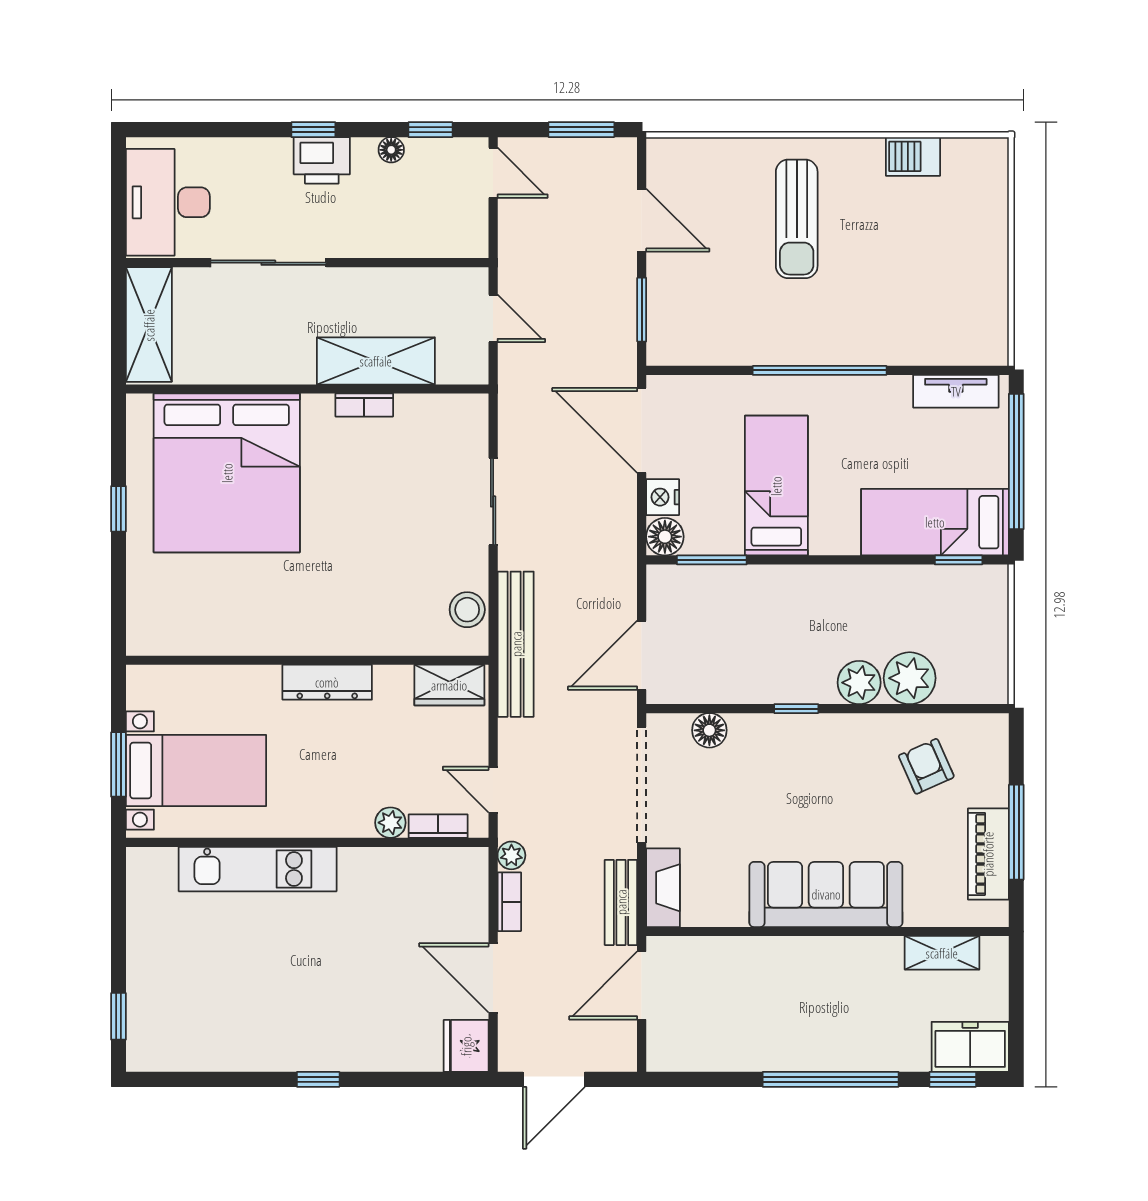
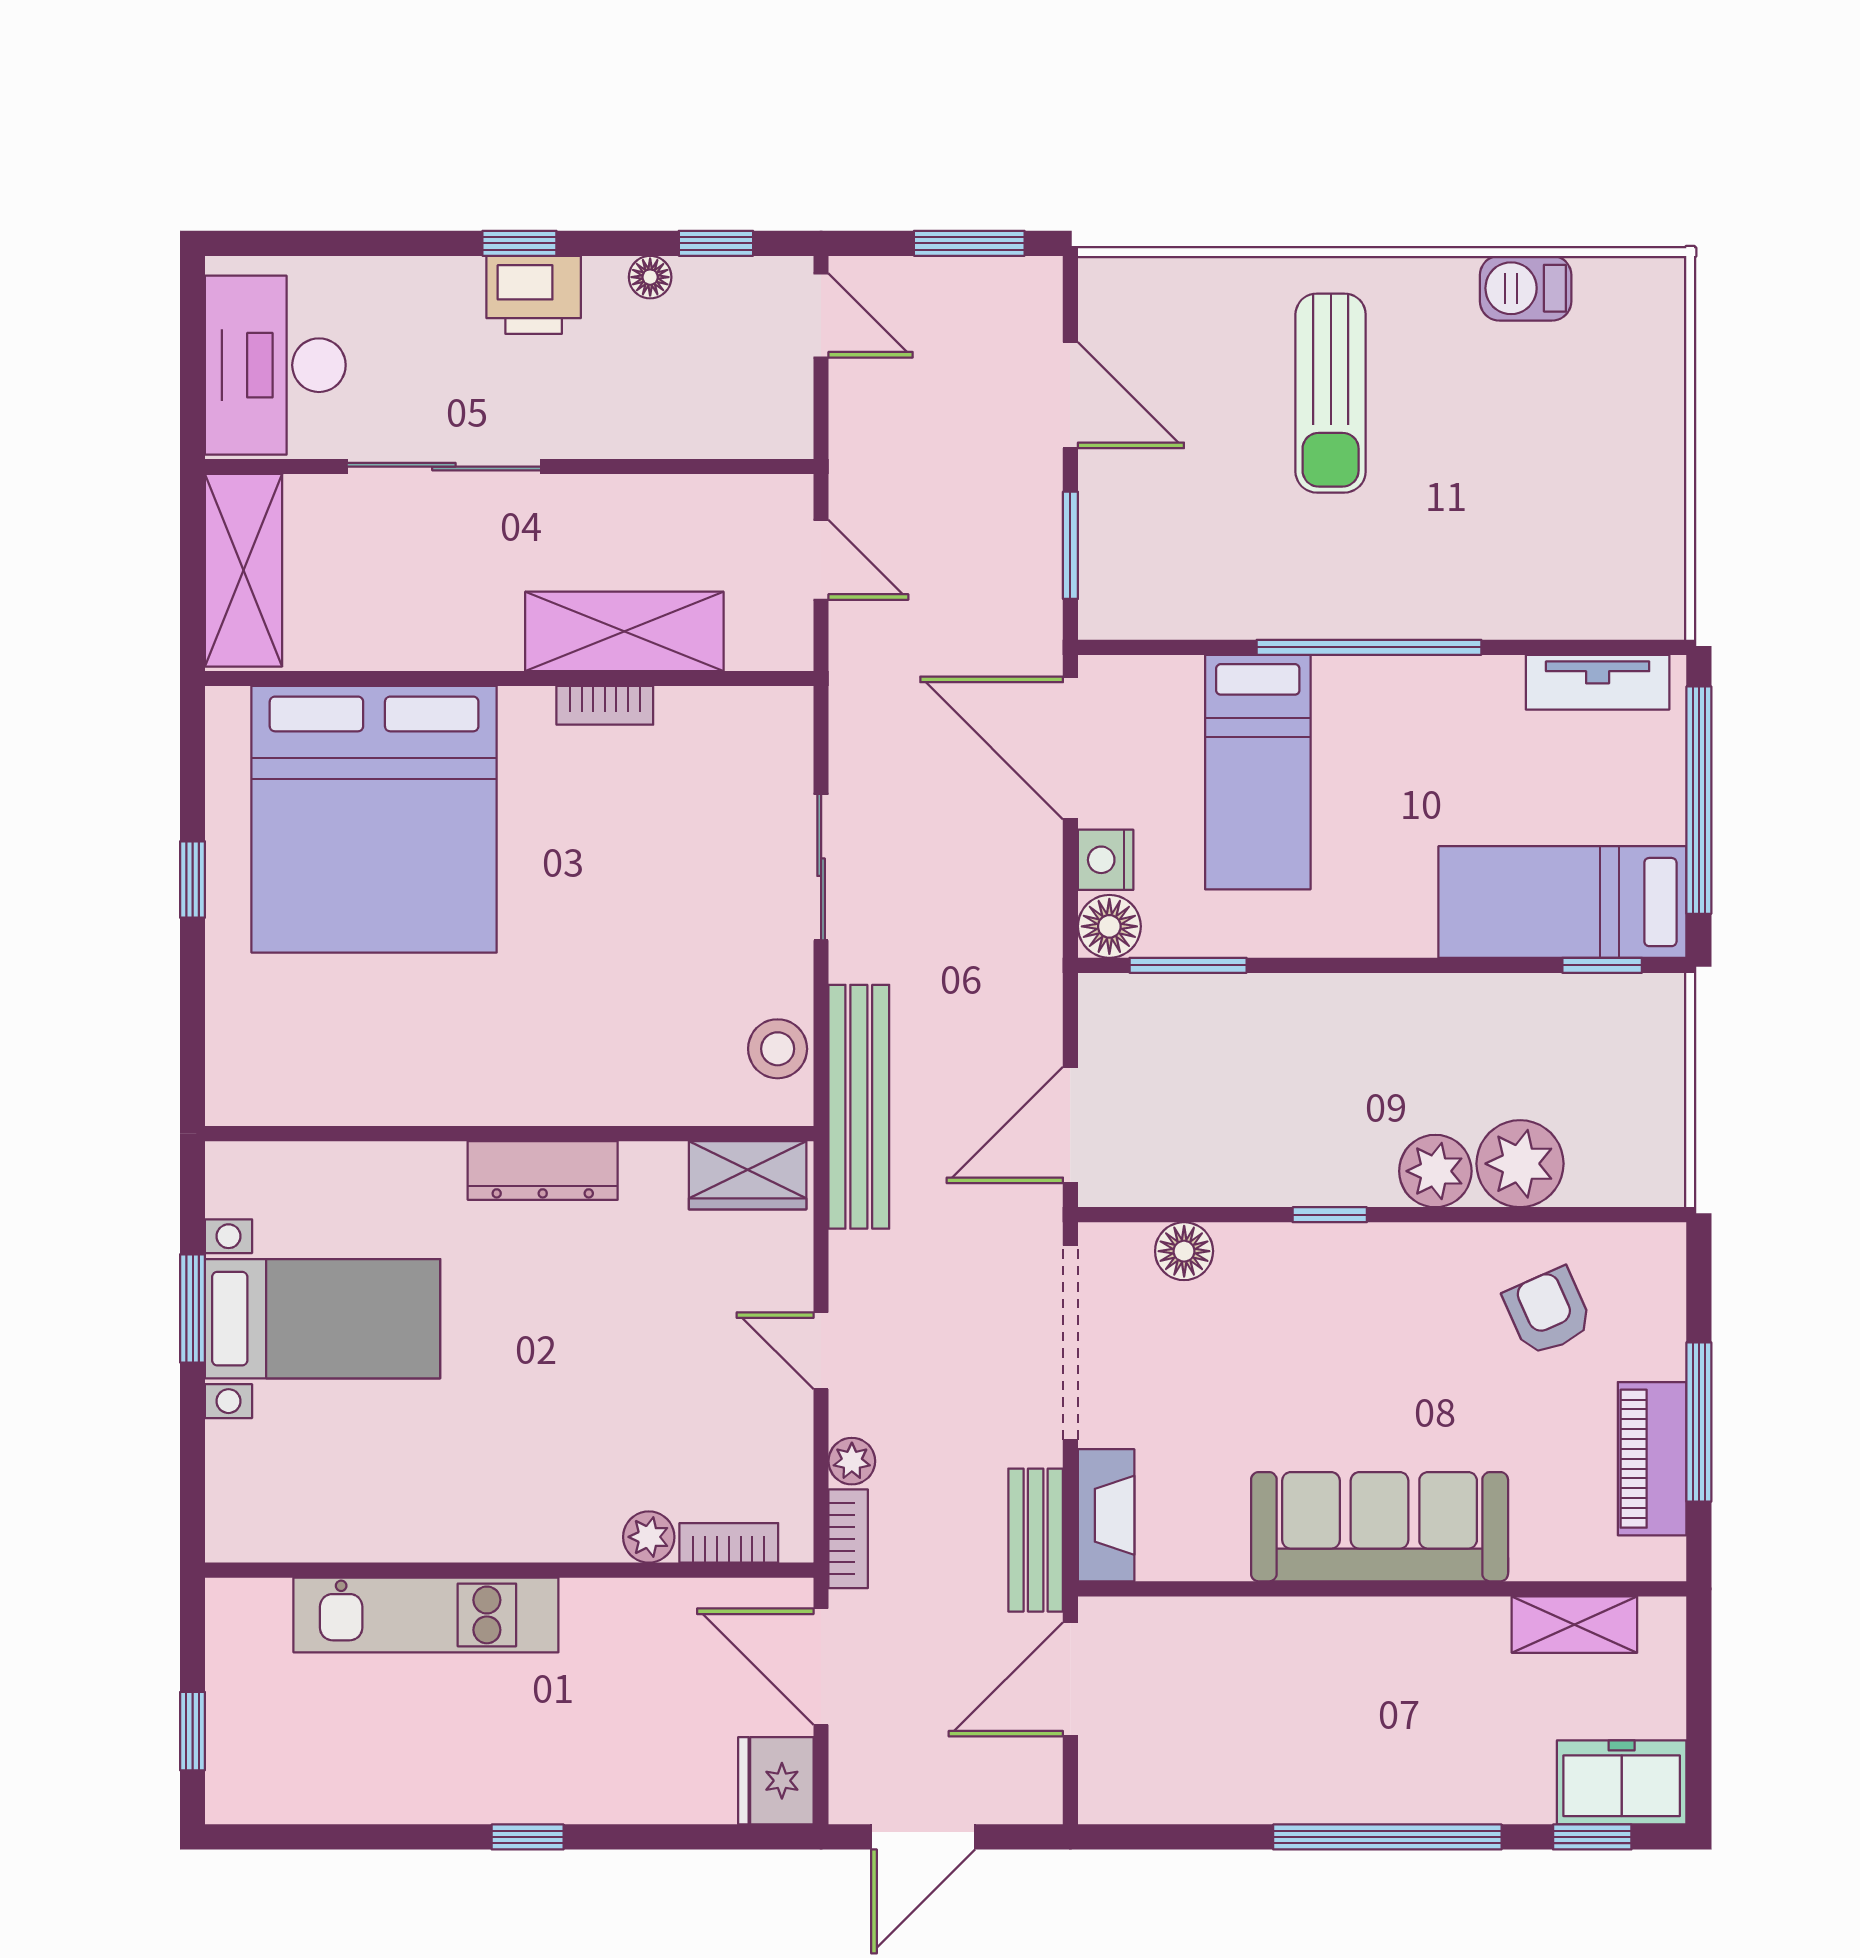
bed: (776, 486) -> (1258, 772), moved, turned 180
plant: (390, 823) -> (649, 1537), moved
bookcase: (438, 826) -> (729, 1543), moved
wall: (307, 842) -> (509, 1570), moved
kitchen unit: (258, 869) -> (426, 1615), moved

